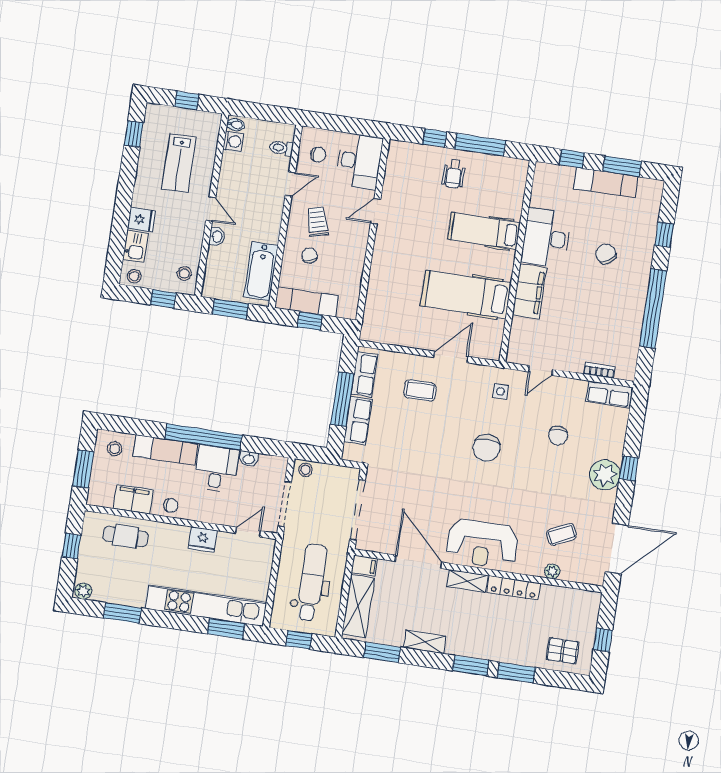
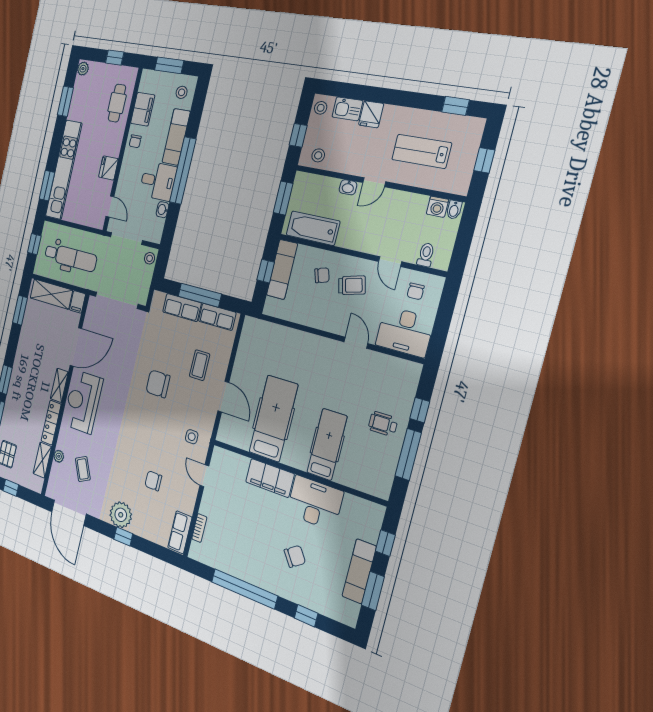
chair: (487, 448) -> (158, 384), moved
shelving: (425, 642) -> (42, 460), moved

